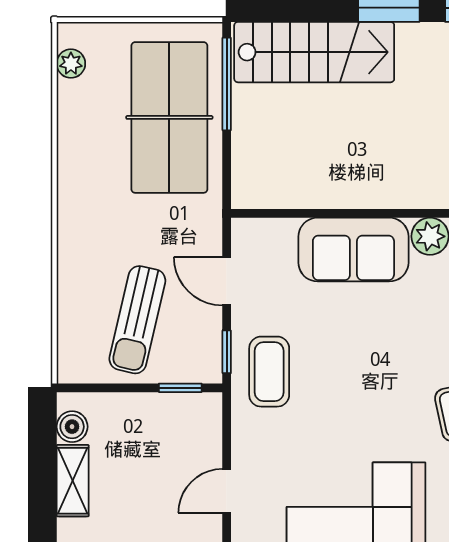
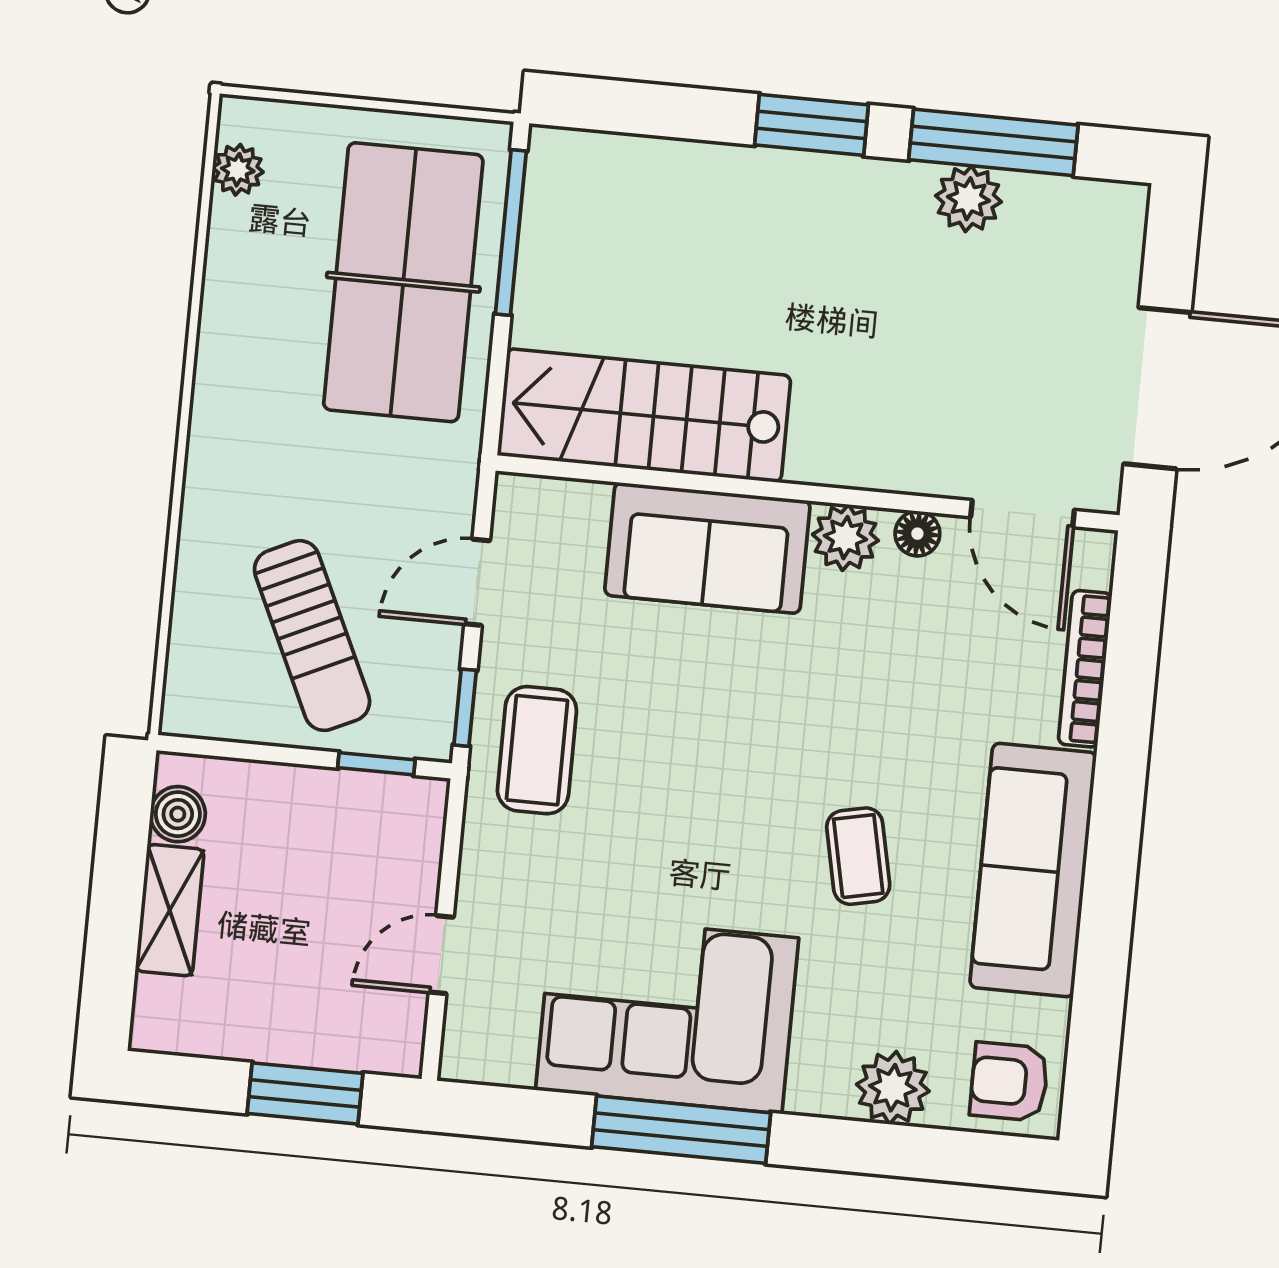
stairs: (314, 52) -> (644, 415), moved, turned 180
door: (227, 281) -> (477, 582), hinge flipped
sun lounger: (137, 320) -> (312, 636), turned -38

